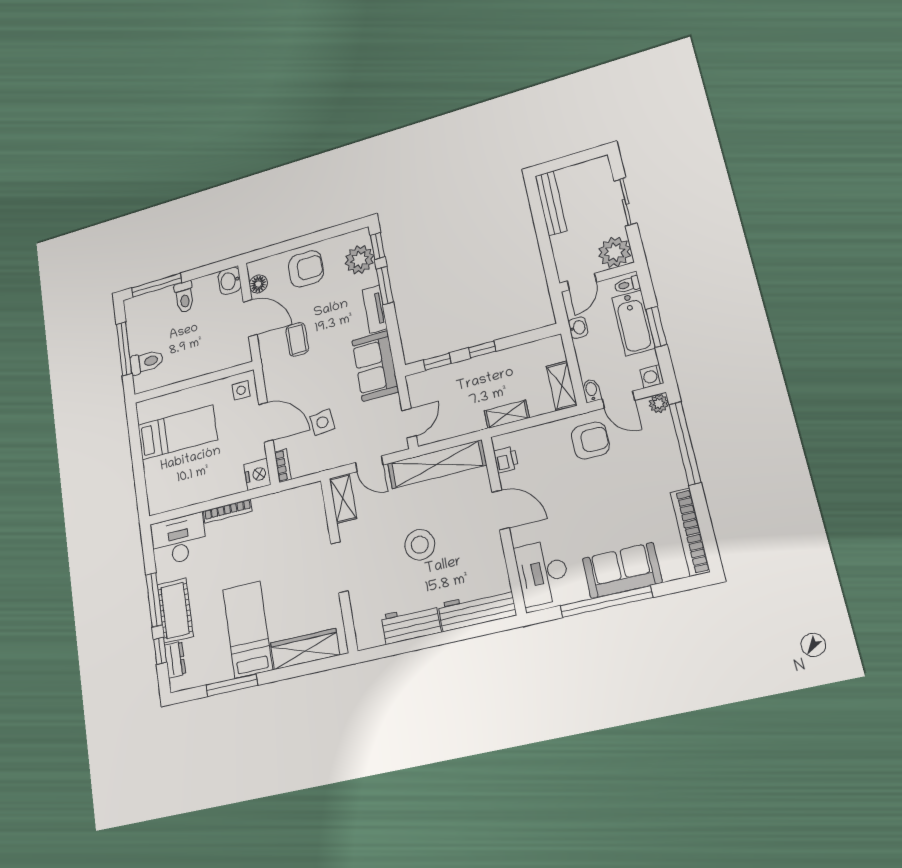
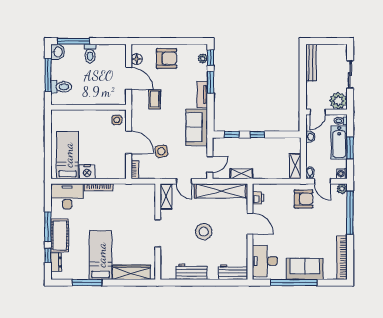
plant: (359, 260) -> (203, 58), width x0.53, depth x0.53
washbasin: (230, 281) -> (58, 52), moved, turned 180
shelving: (507, 414) -> (241, 174), moved
bed: (177, 432) -> (68, 155), moved, turned -90
nightstand: (257, 474) -> (87, 172), moved, turned 90
workbench: (477, 610) -> (233, 272), width x0.73

